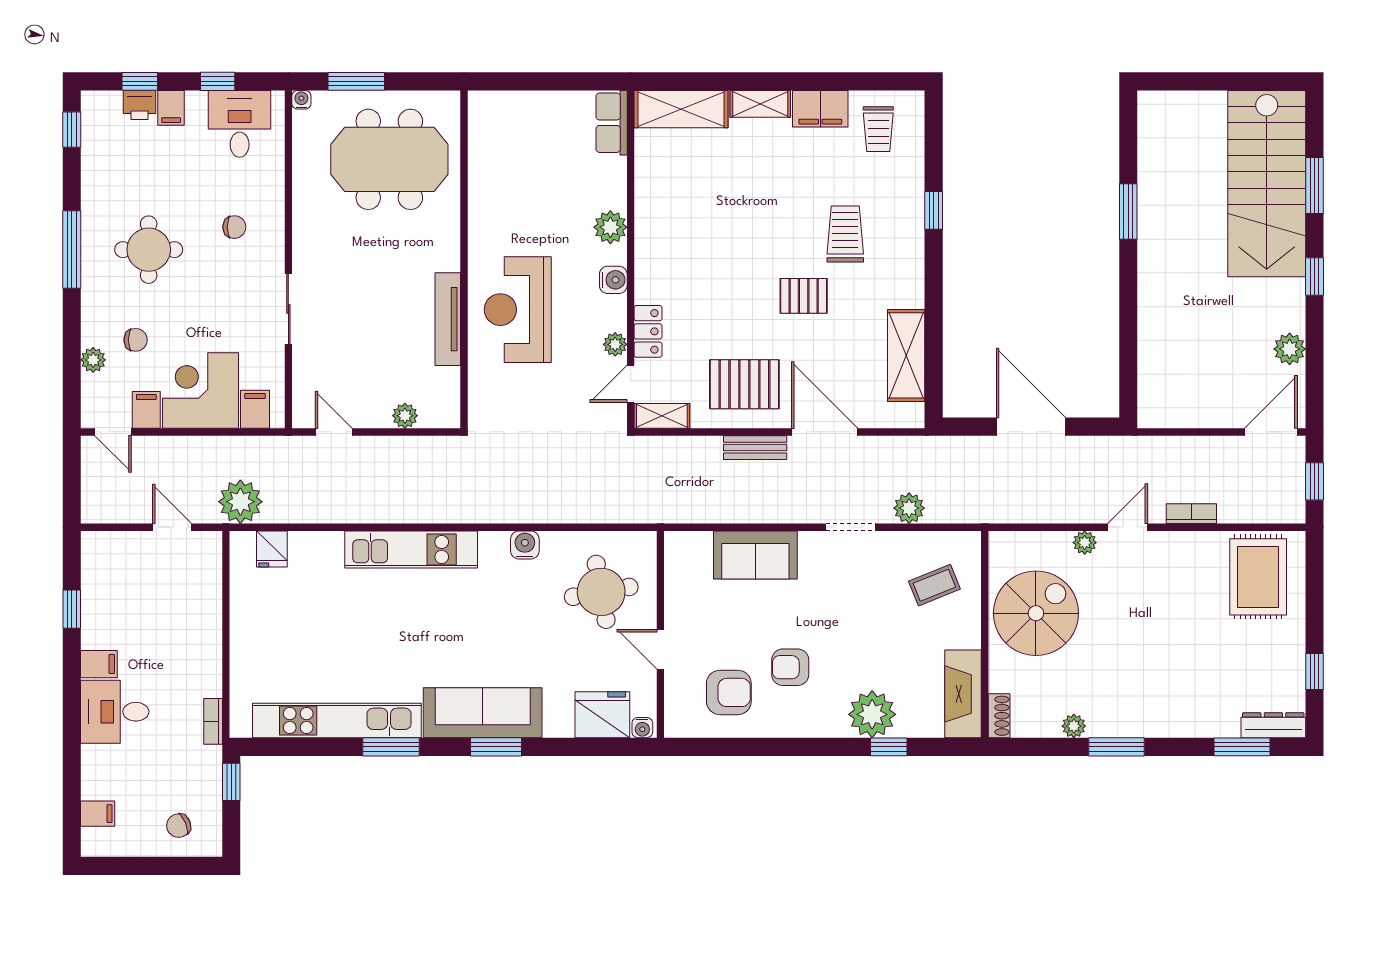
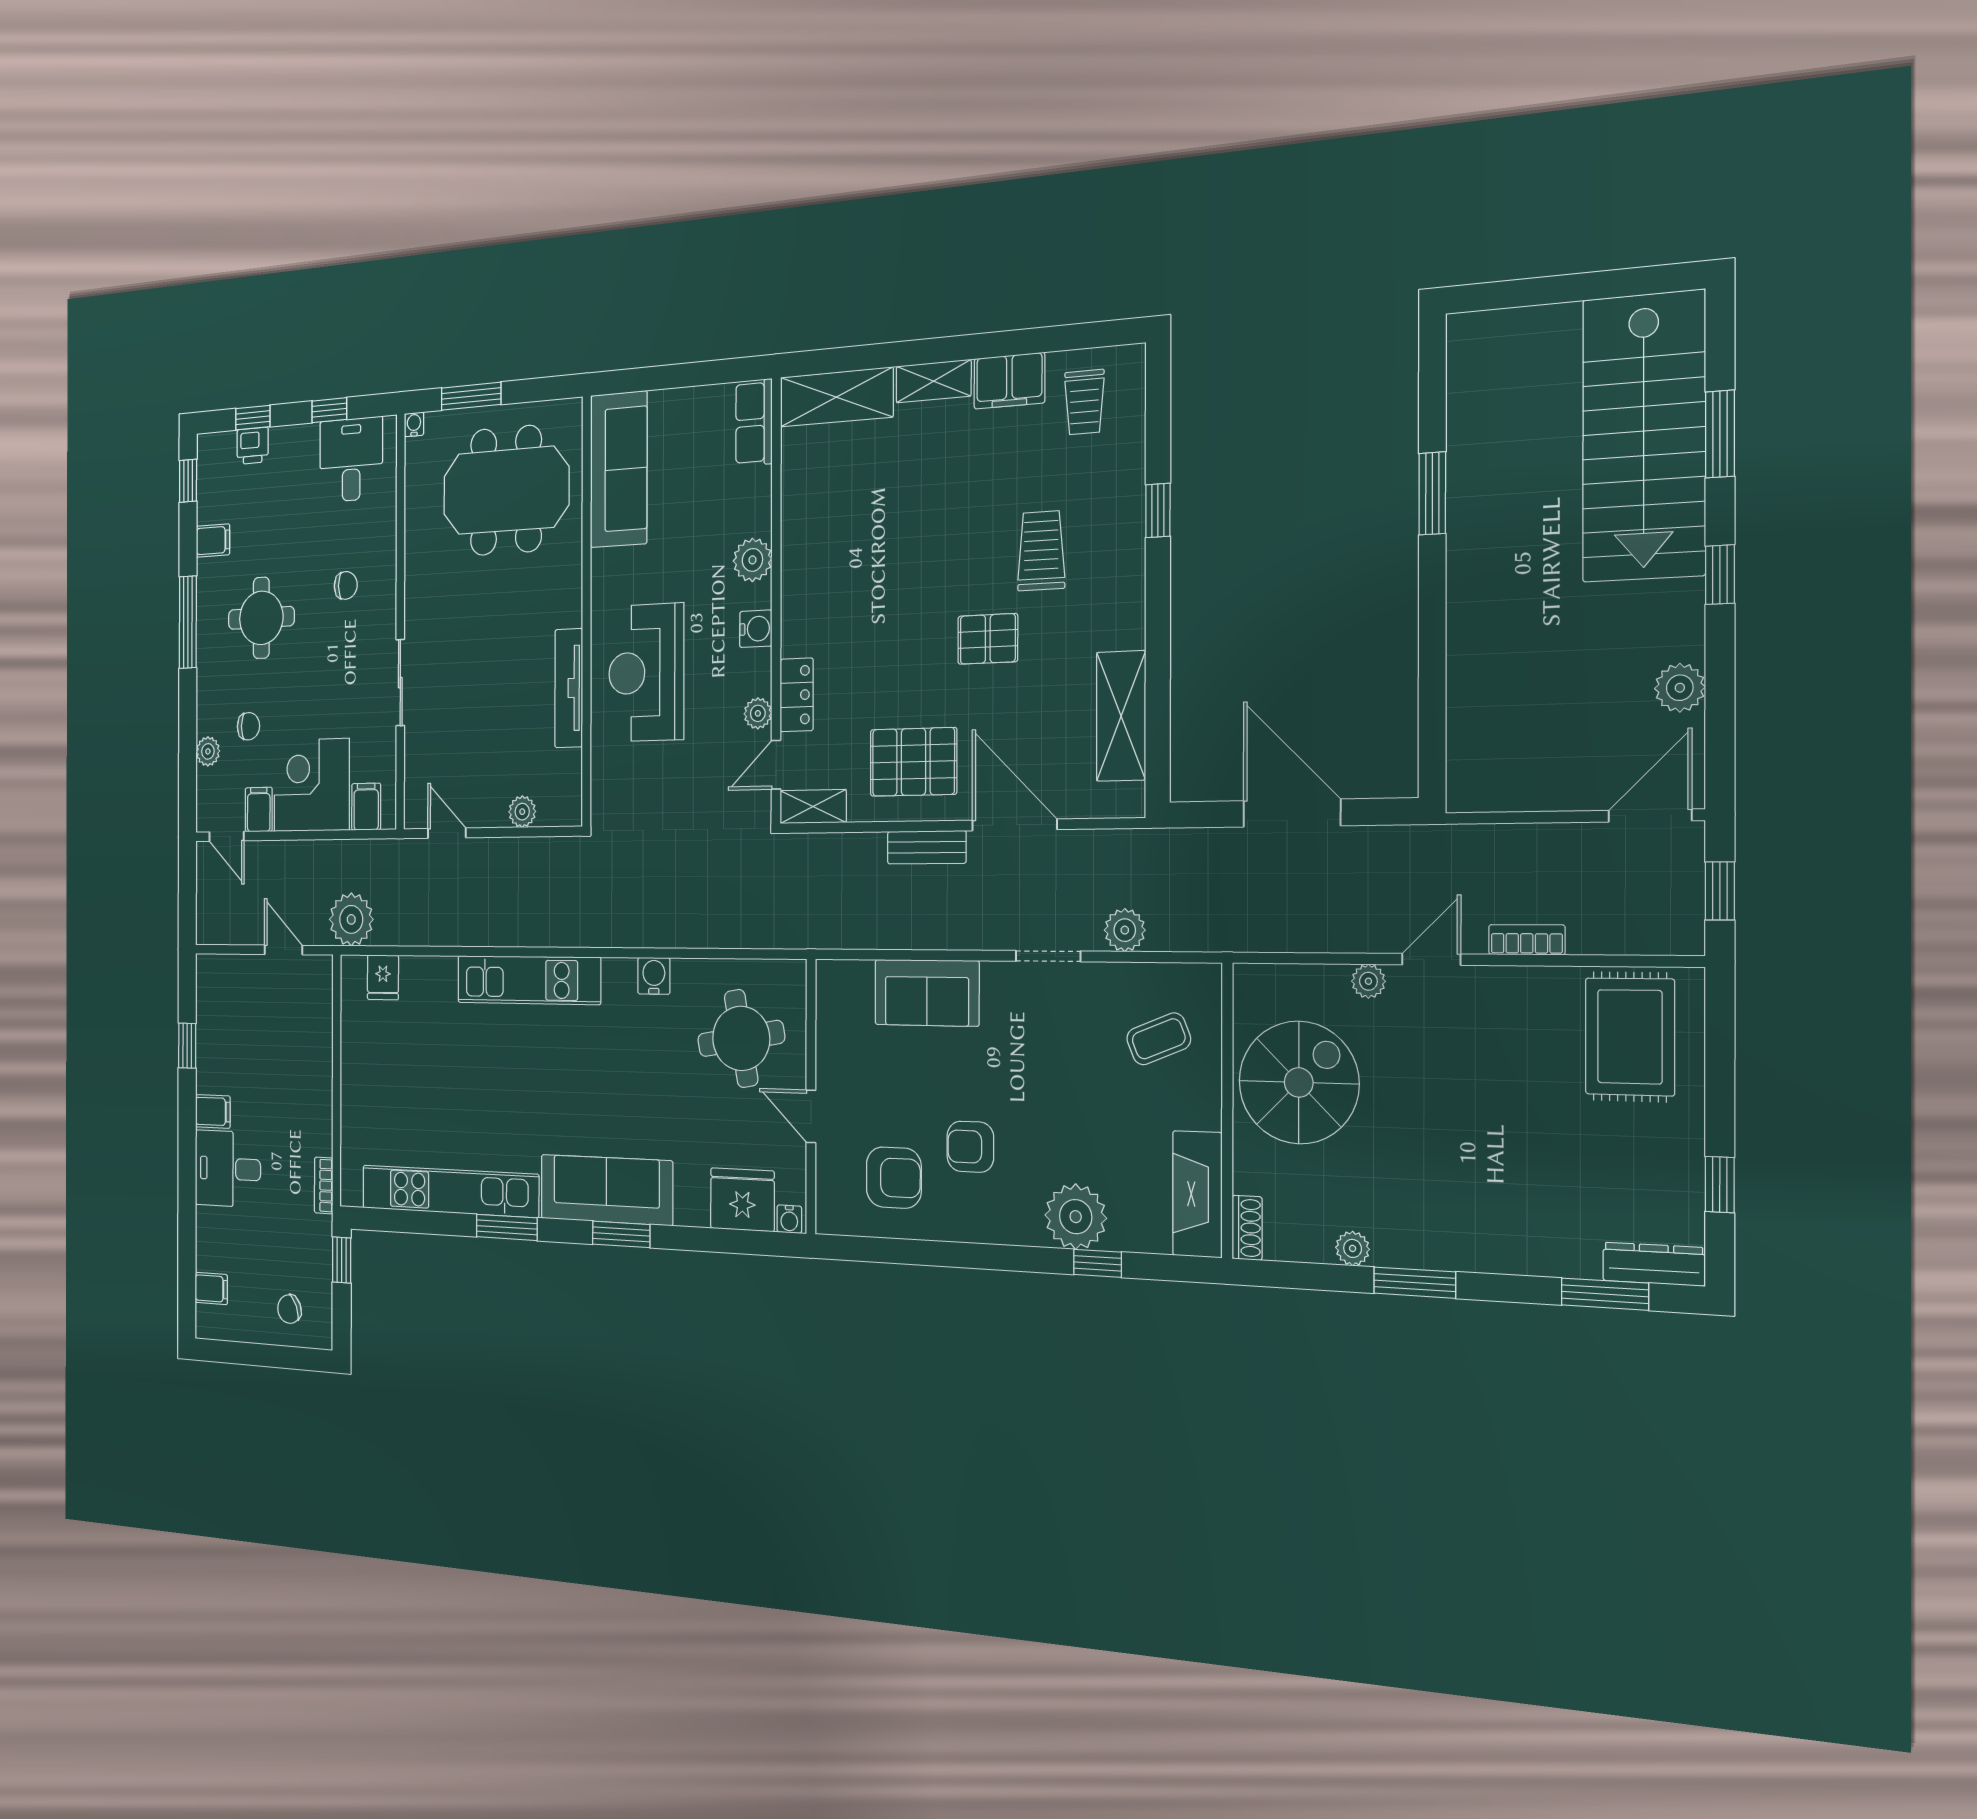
filing cabinet: (171, 108) -> (213, 540), moved, turned -90
sofa: (493, 150) -> (619, 469), added

